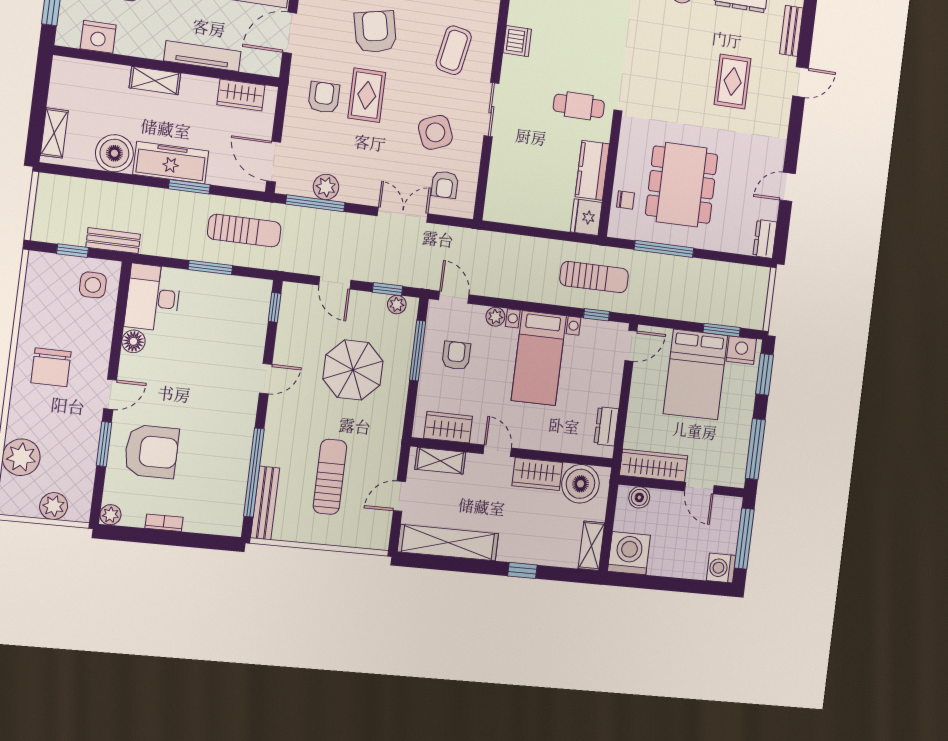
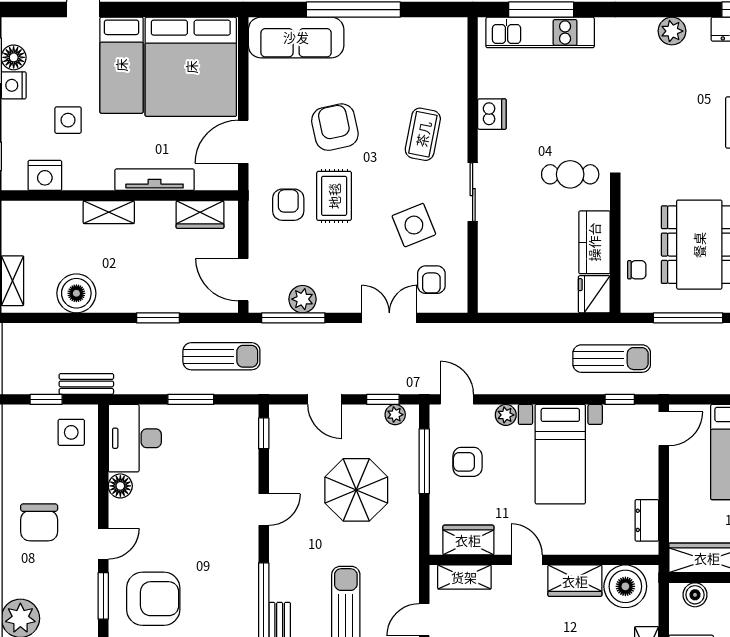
freezer: (171, 163) -> (136, 295), removed
armchair: (456, 356) -> (467, 462), turned -90

